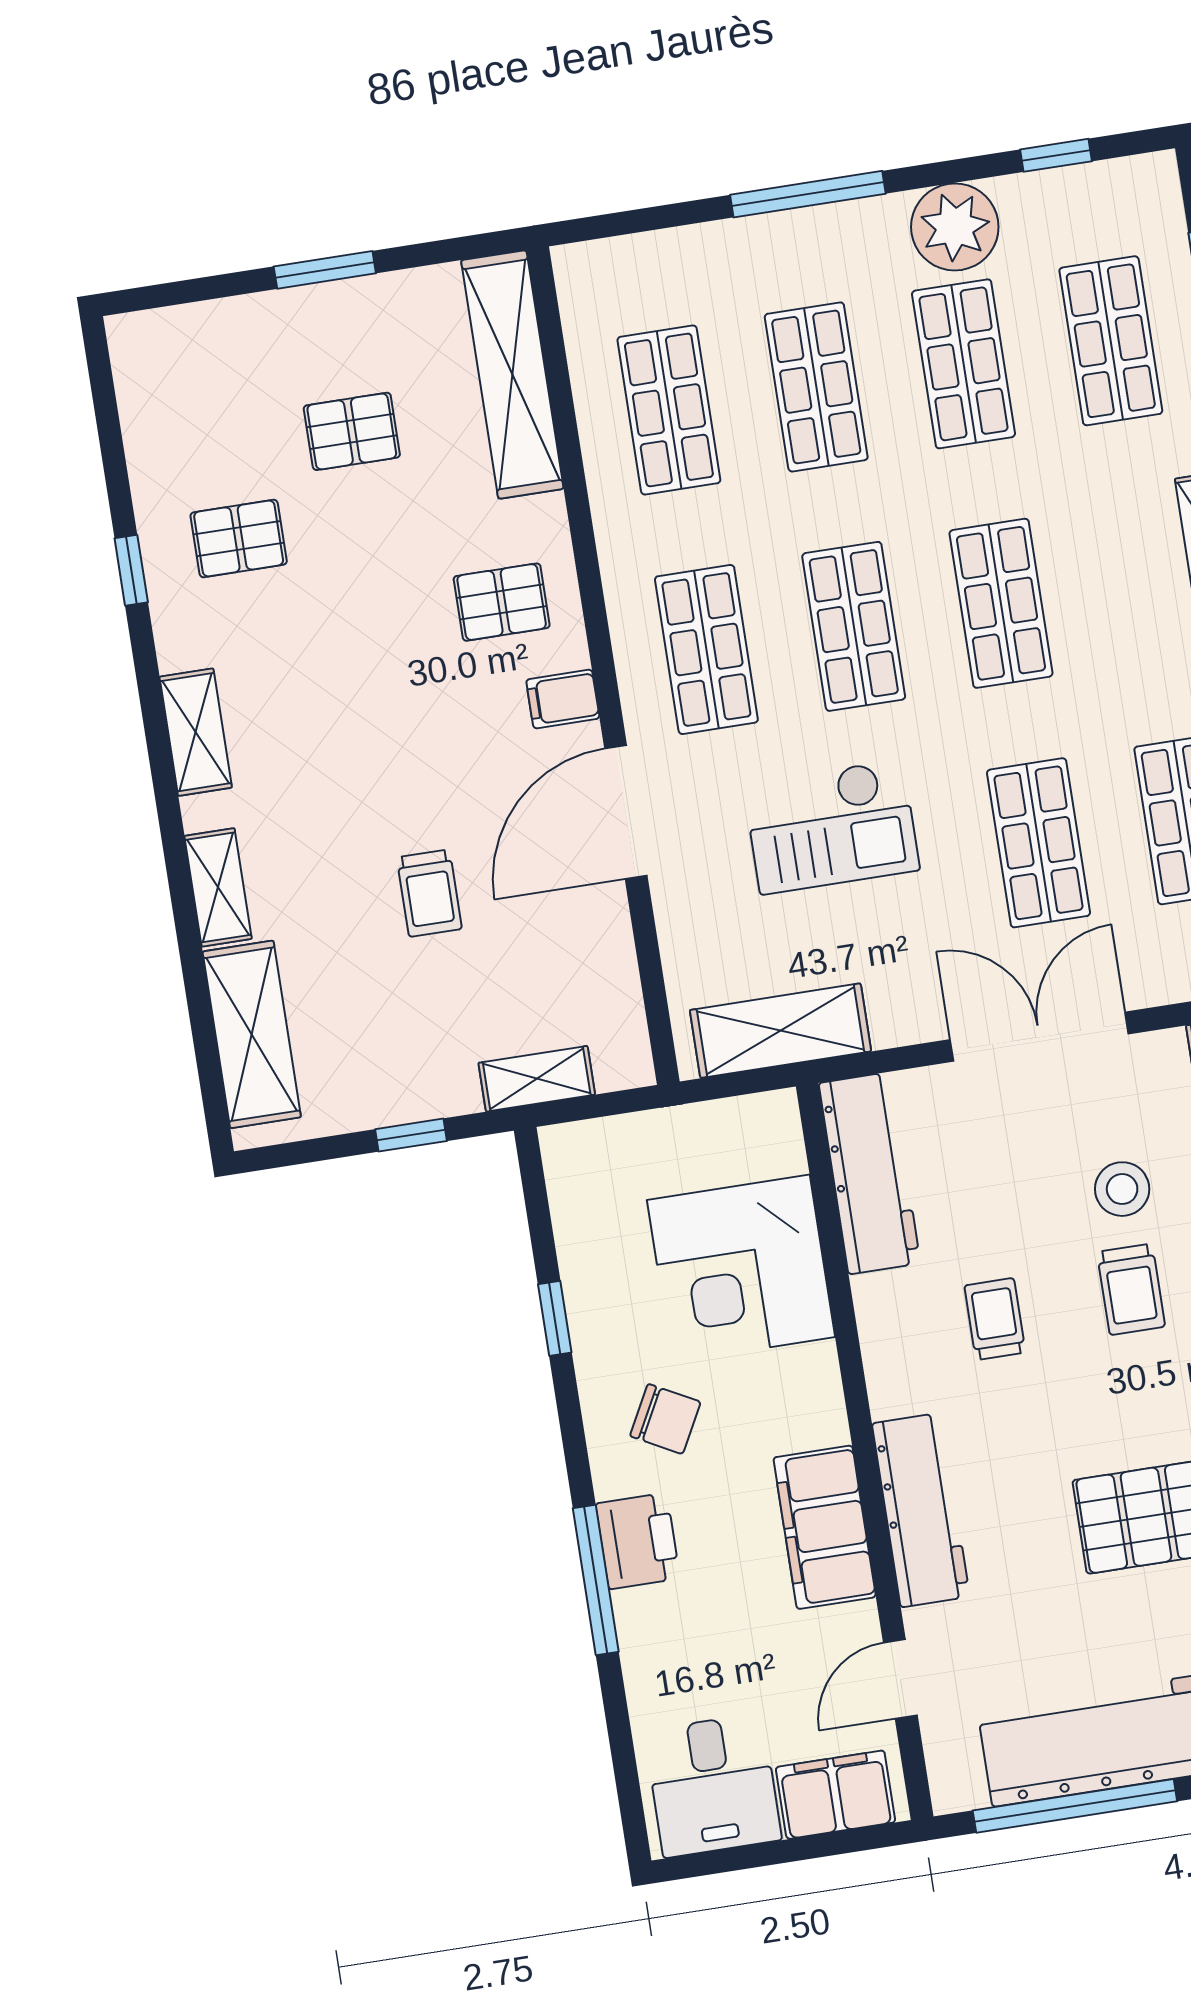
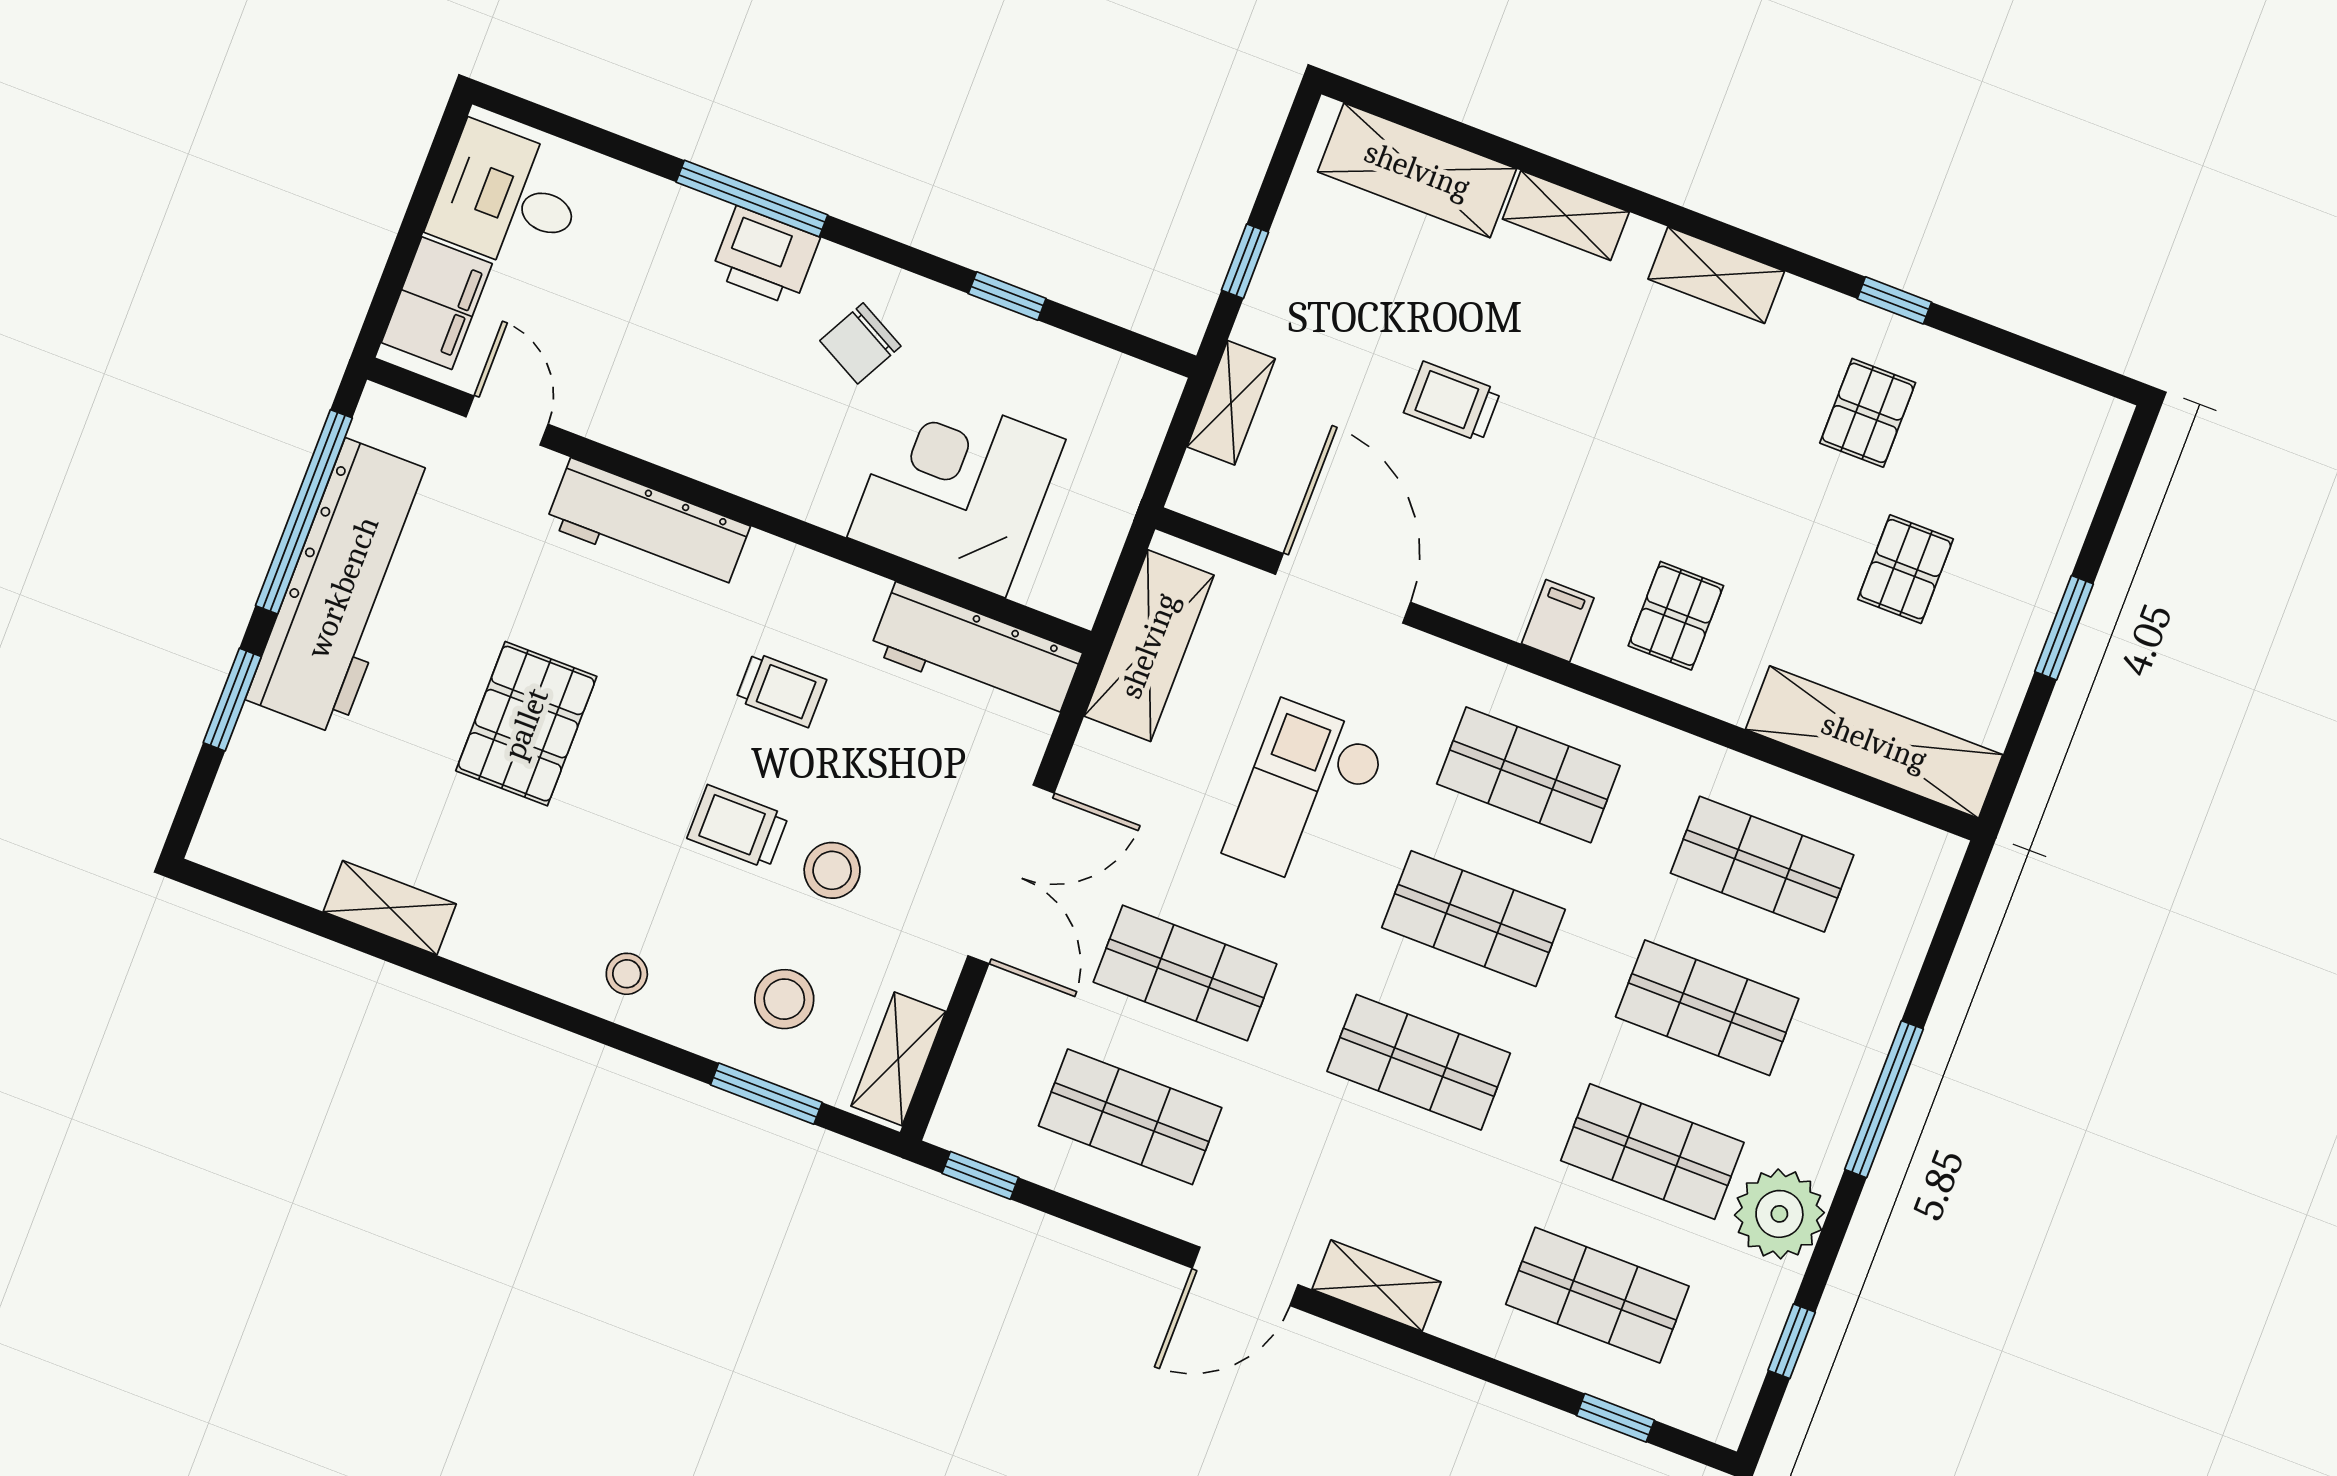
door: (626, 812) -> (1343, 588), moved
filing cabinet: (825, 1527) -> (682, 430), removed

